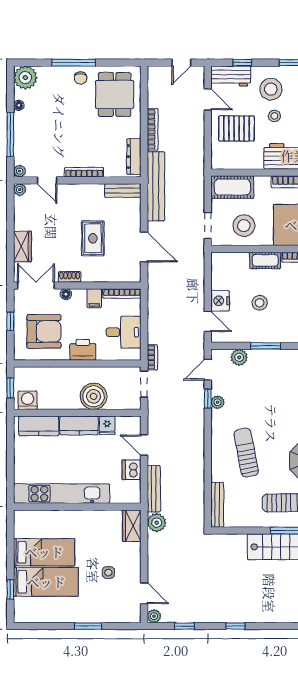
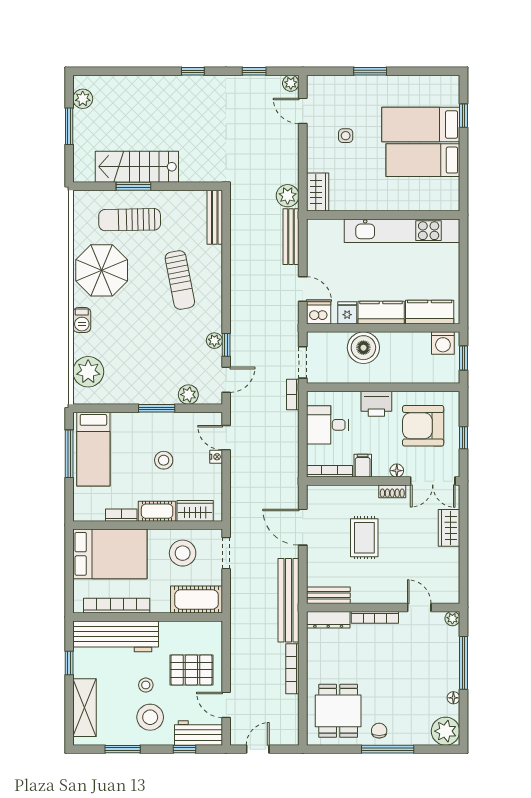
dresser: (134, 157) -> (328, 620), moved, turned 90
plant: (20, 190) -> (452, 596), removed
wardrobe: (233, 261) -> (195, 511), added
nightstand: (220, 301) -> (216, 457), width x0.53, depth x0.56
dishwasher: (132, 470) -> (319, 313), moved, turned -90

